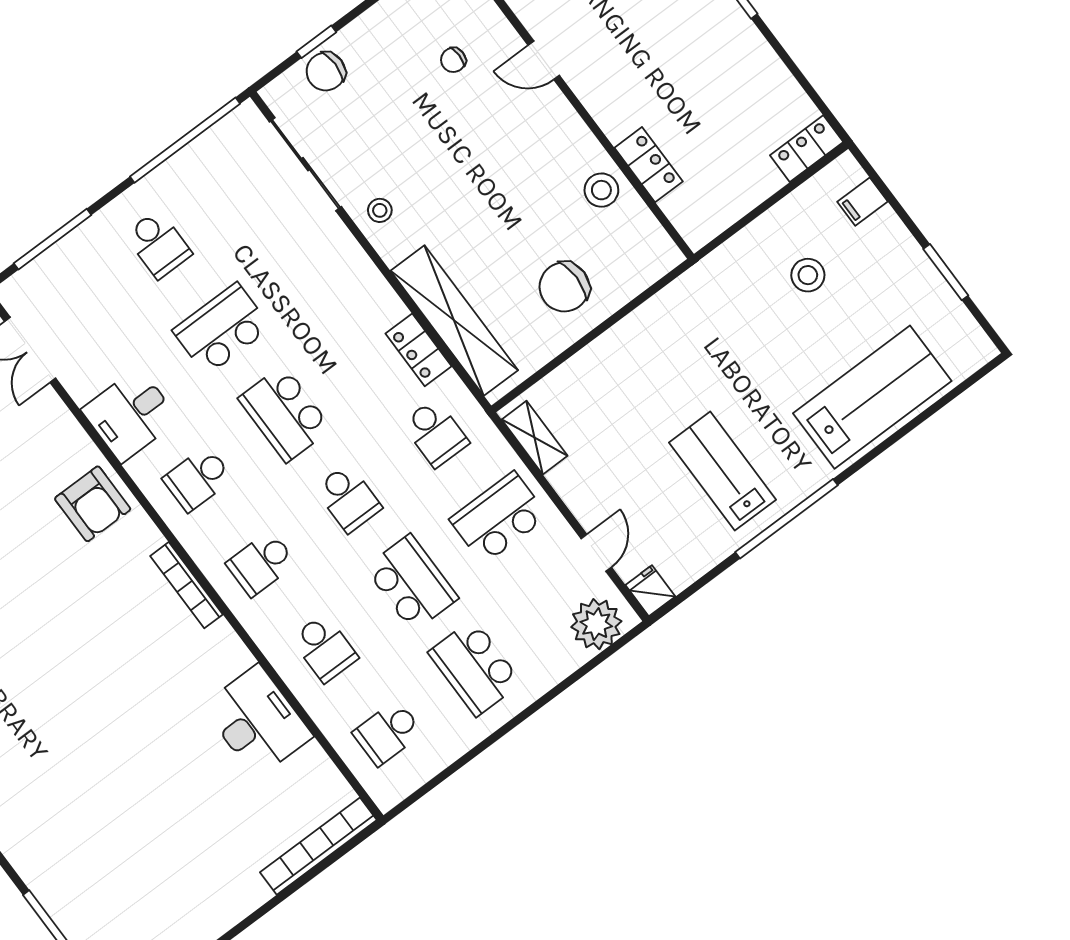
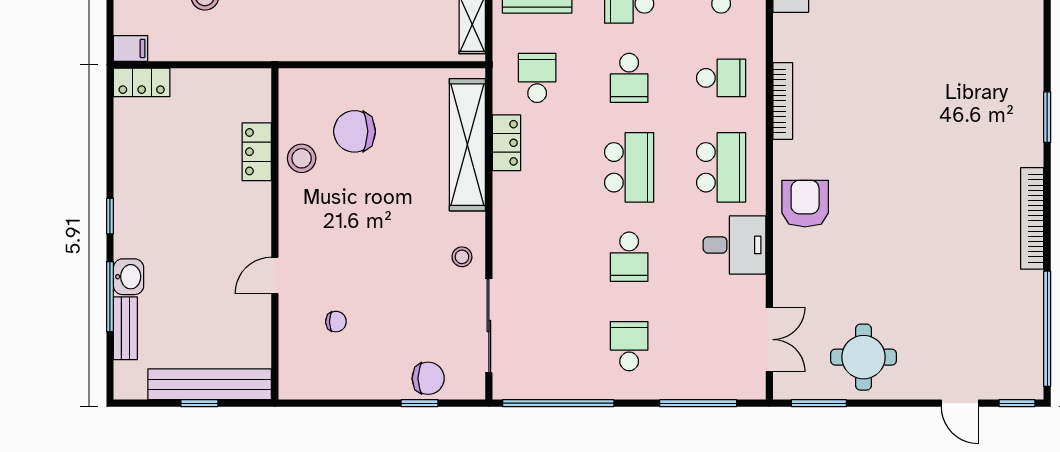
door: (544, 60) -> (275, 275), swing flipped
filing cabinet: (863, 202) -> (131, 48), moved
chair: (564, 287) -> (355, 131), moved, turned 180
school desk: (222, 329) -> (629, 257), width x0.54
school desk: (198, 479) -> (721, 167), width x1.85
school desk: (348, 498) -> (629, 78), turned 180

